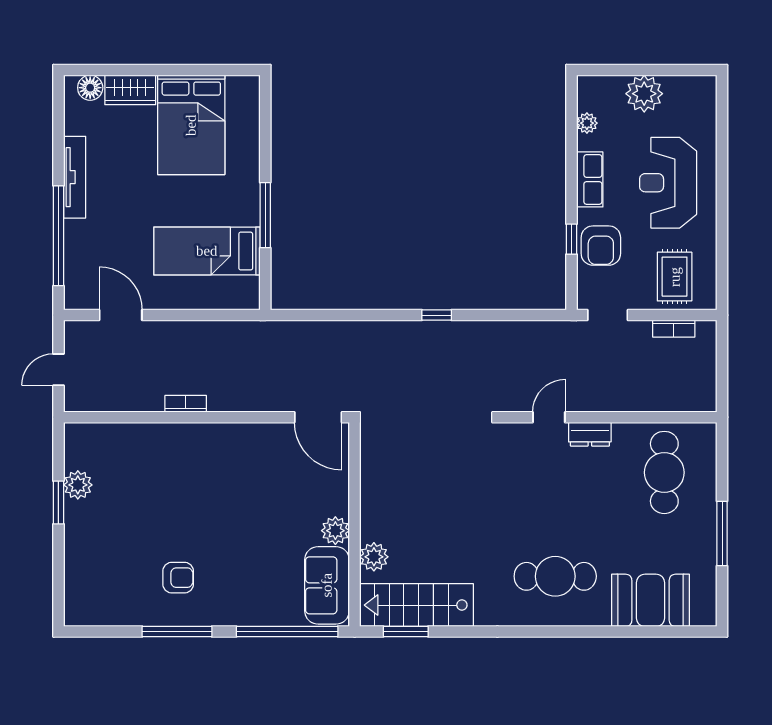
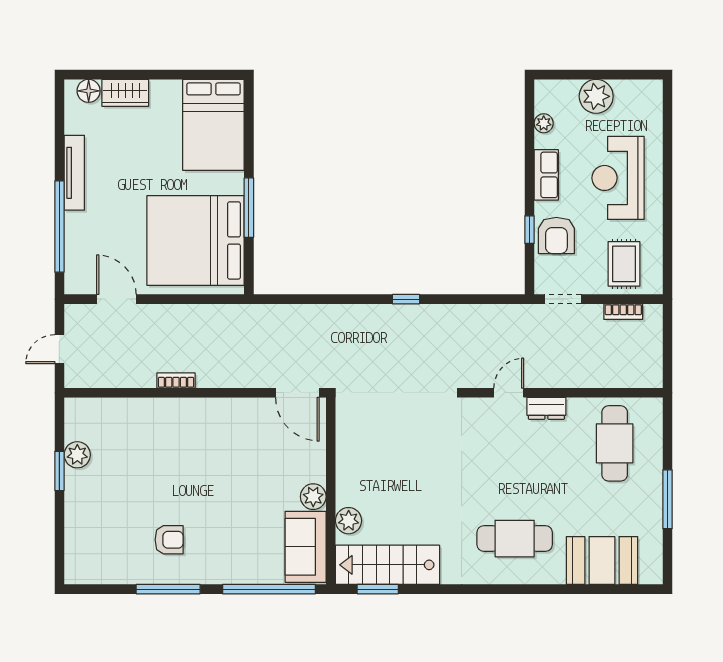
bed: (191, 125) -> (213, 125), moved
bed: (207, 251) -> (196, 240), width x2.04

